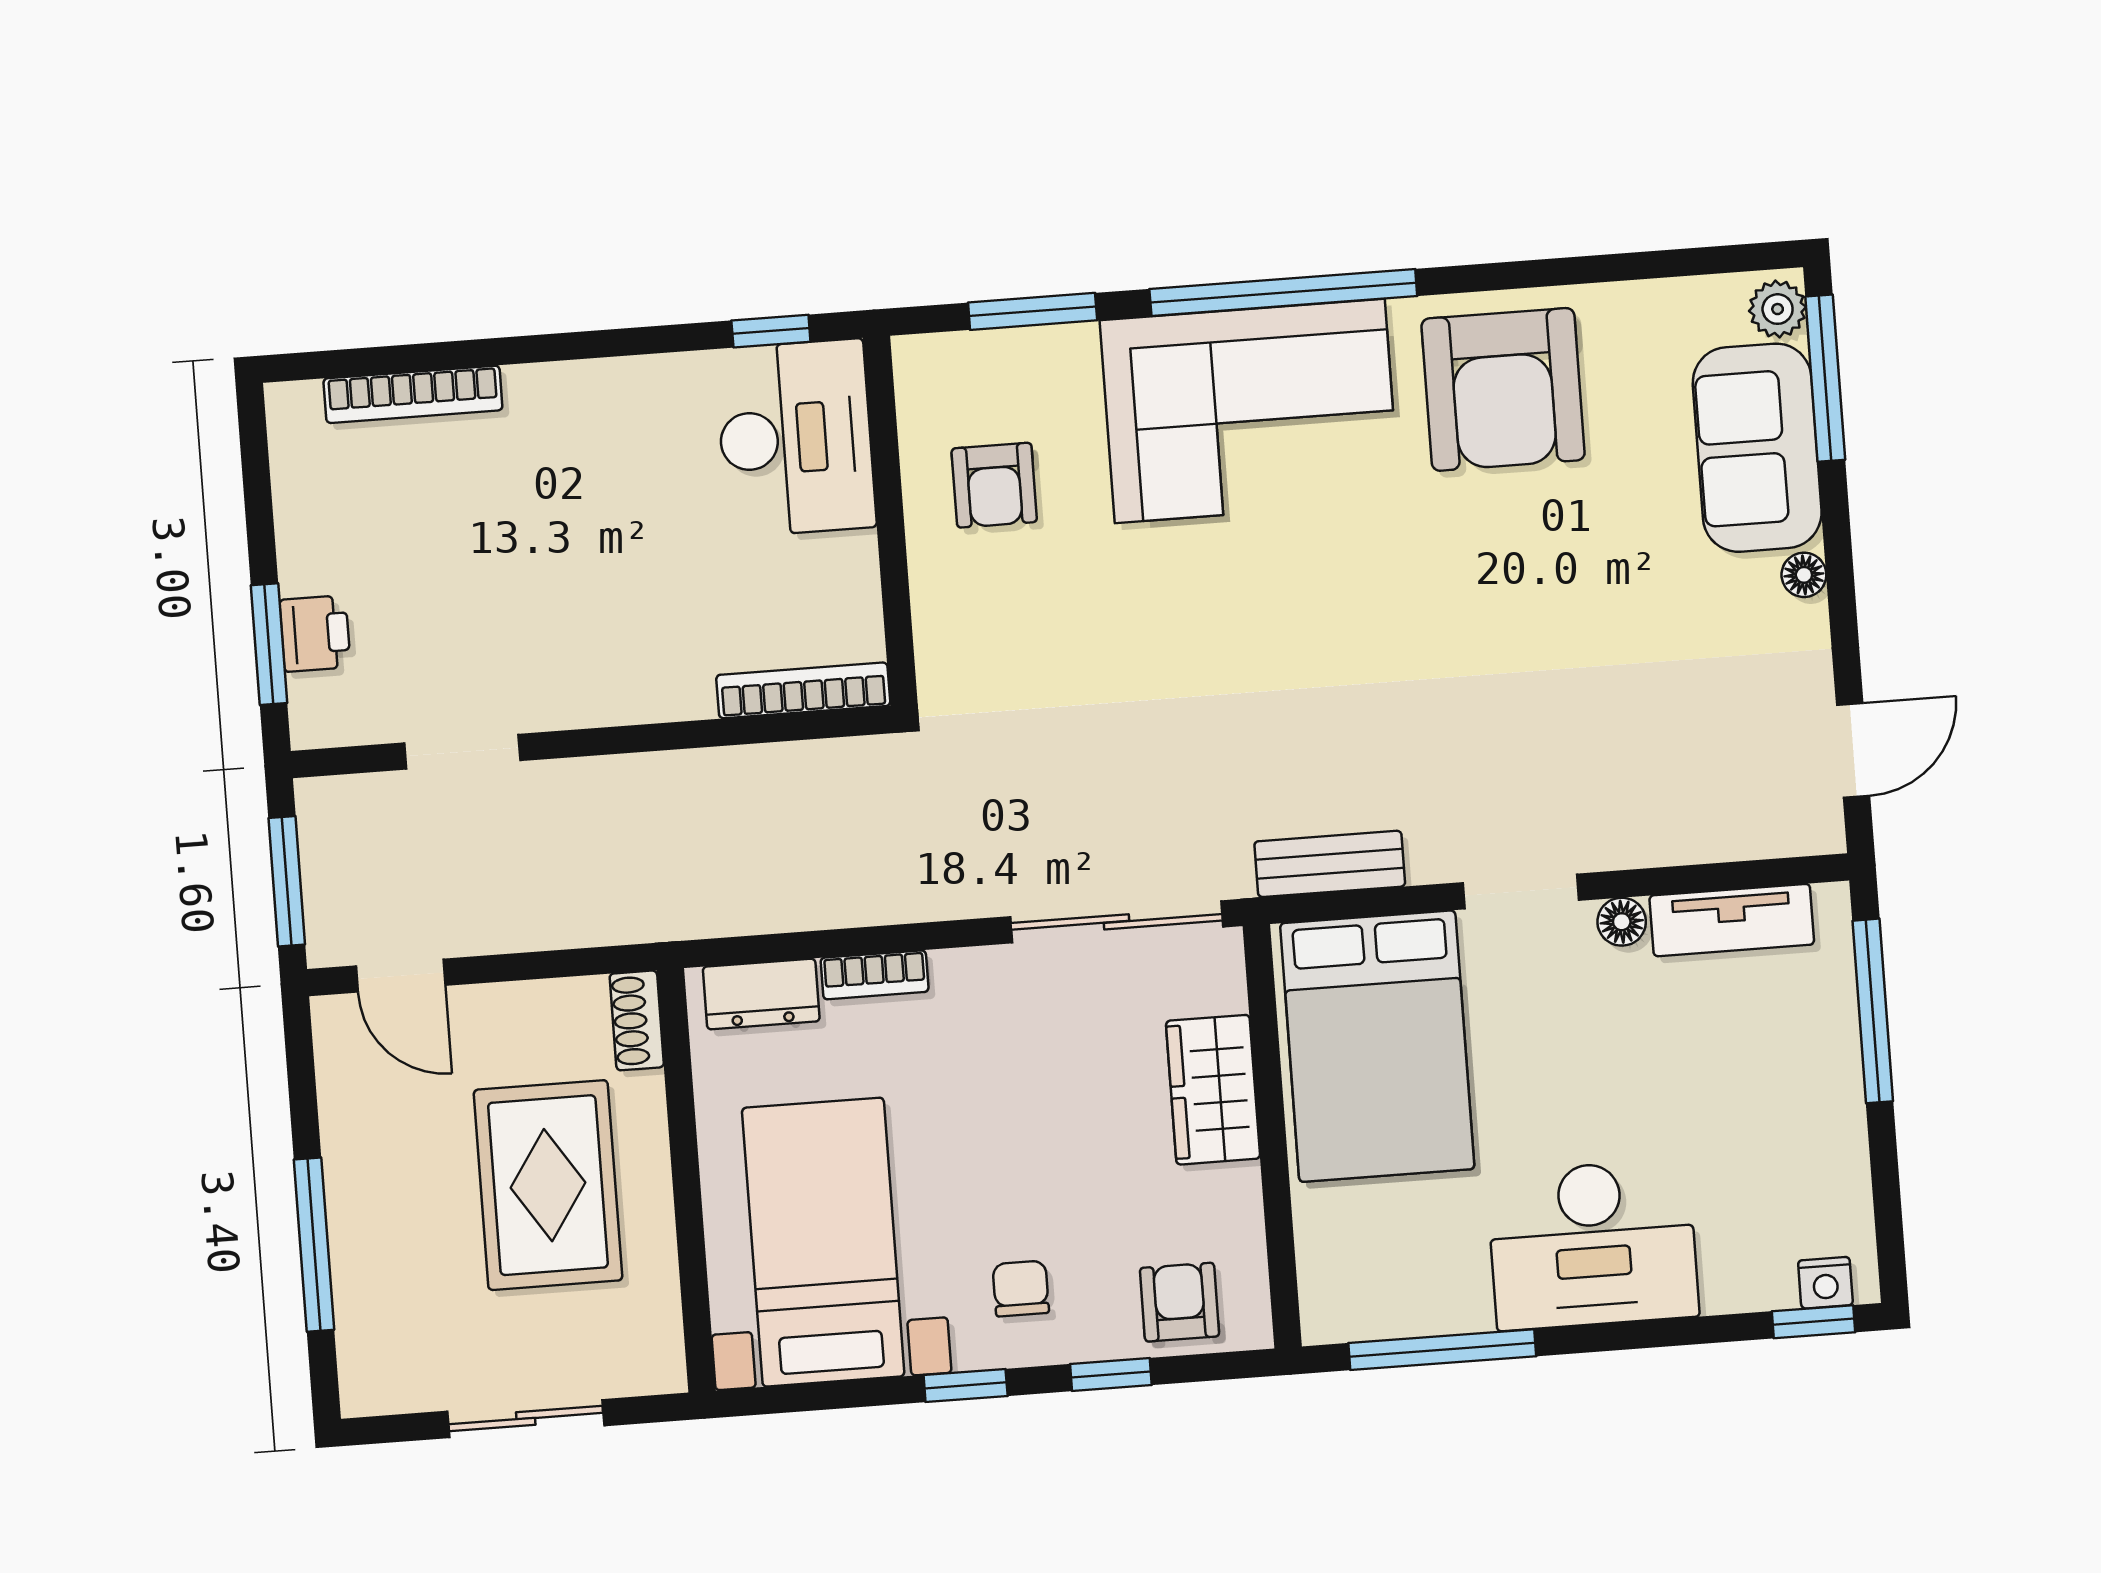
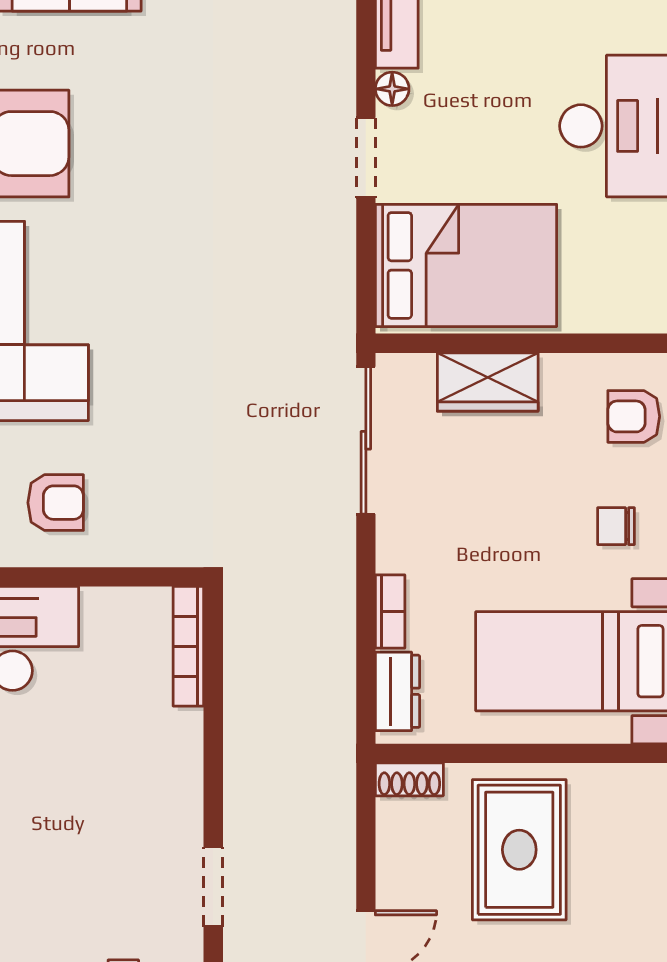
bench: (1330, 864) -> (337, 289), removed
rug: (548, 1185) -> (519, 850), turned 90

